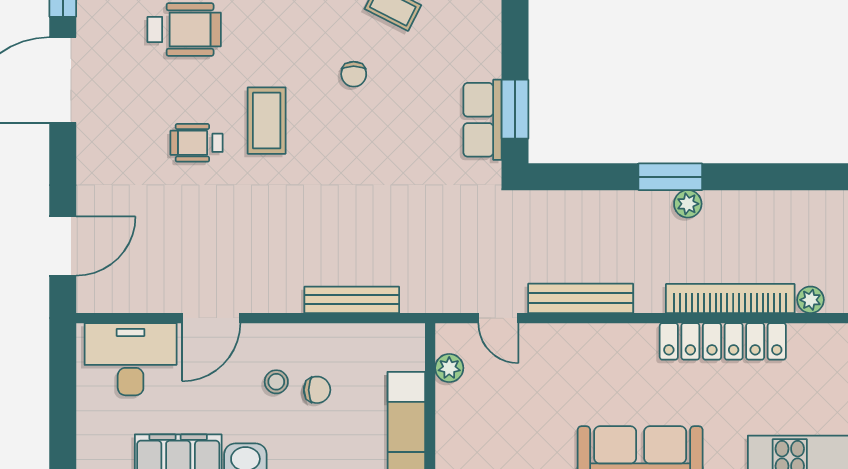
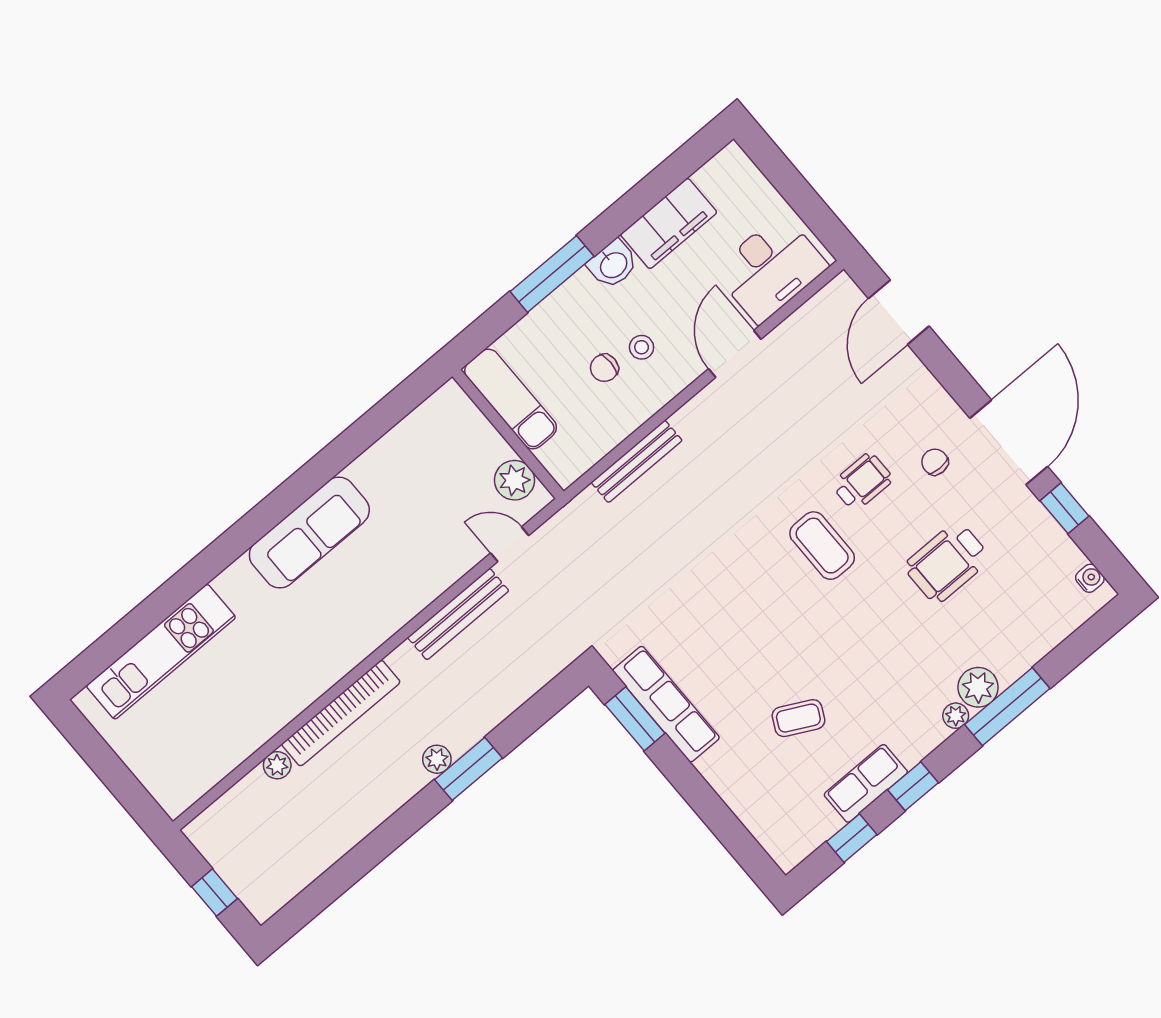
chair: (354, 74) -> (935, 462), moved
row of seats: (482, 120) -> (666, 704), width x1.48
locker: (723, 341) -> (318, 675), removed
plant: (449, 368) -> (514, 480), width x1.38, depth x1.38

